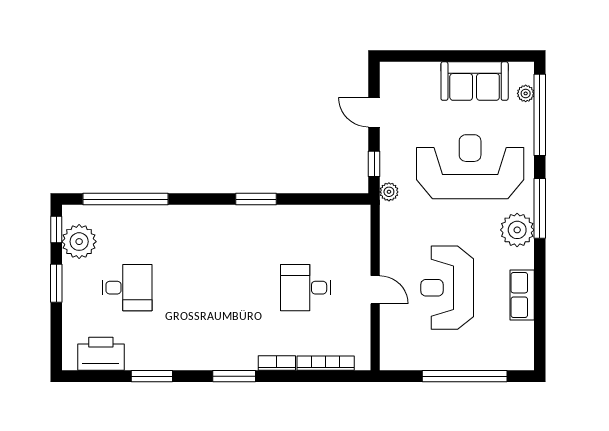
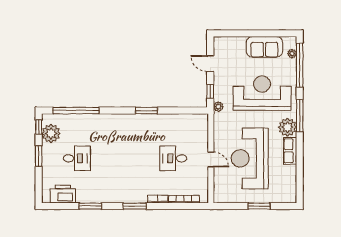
reception desk: (447, 288) -> (250, 158), width x1.36, depth x1.30
row of seats: (522, 295) -> (290, 151), moved
window: (465, 376) -> (259, 206), width x0.47

